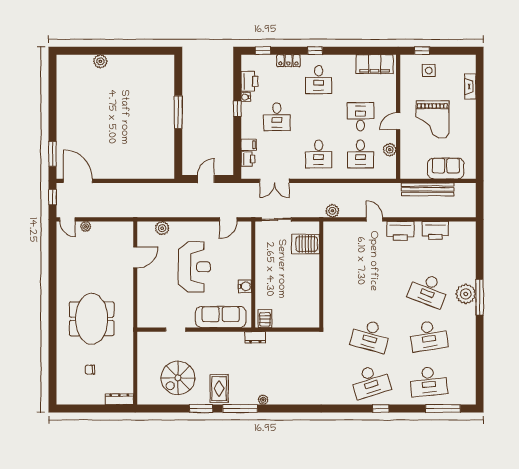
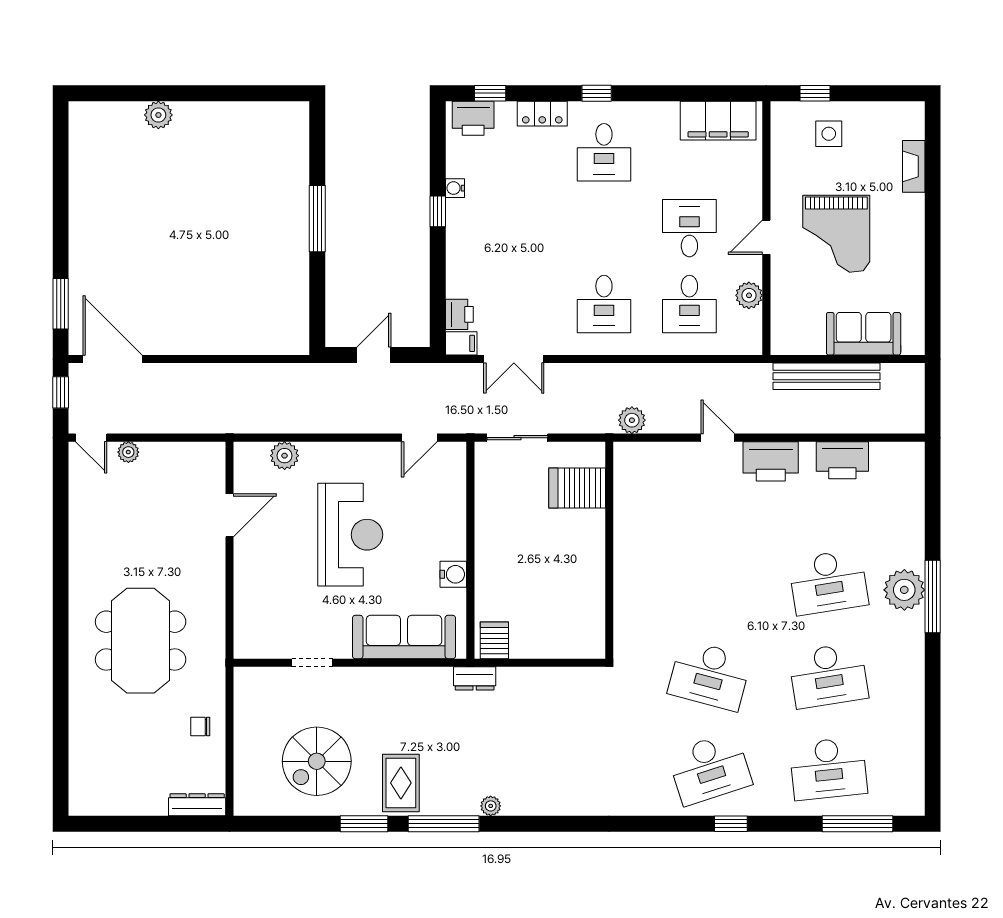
printer: (249, 81) -> (473, 118), moved, turned 90
desk: (277, 117) -> (519, 228), removed
filing cabinet: (249, 145) -> (461, 343), moved
desk: (429, 290) -> (828, 582), turned -30
chair: (90, 370) -> (200, 726), moved

